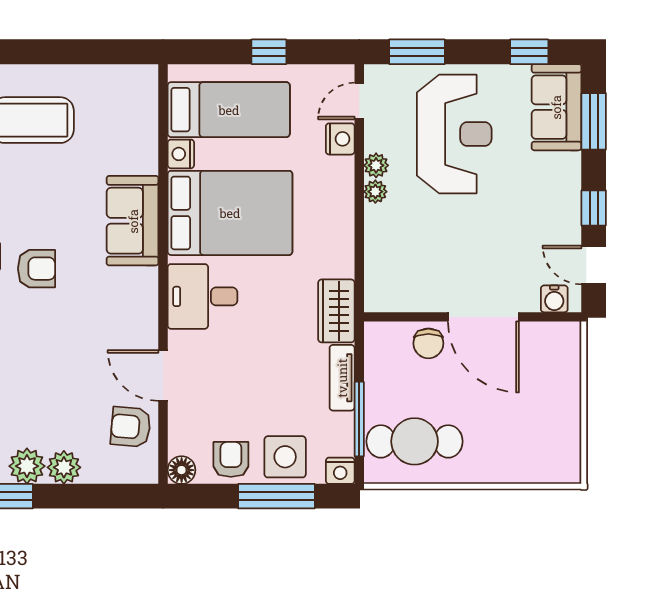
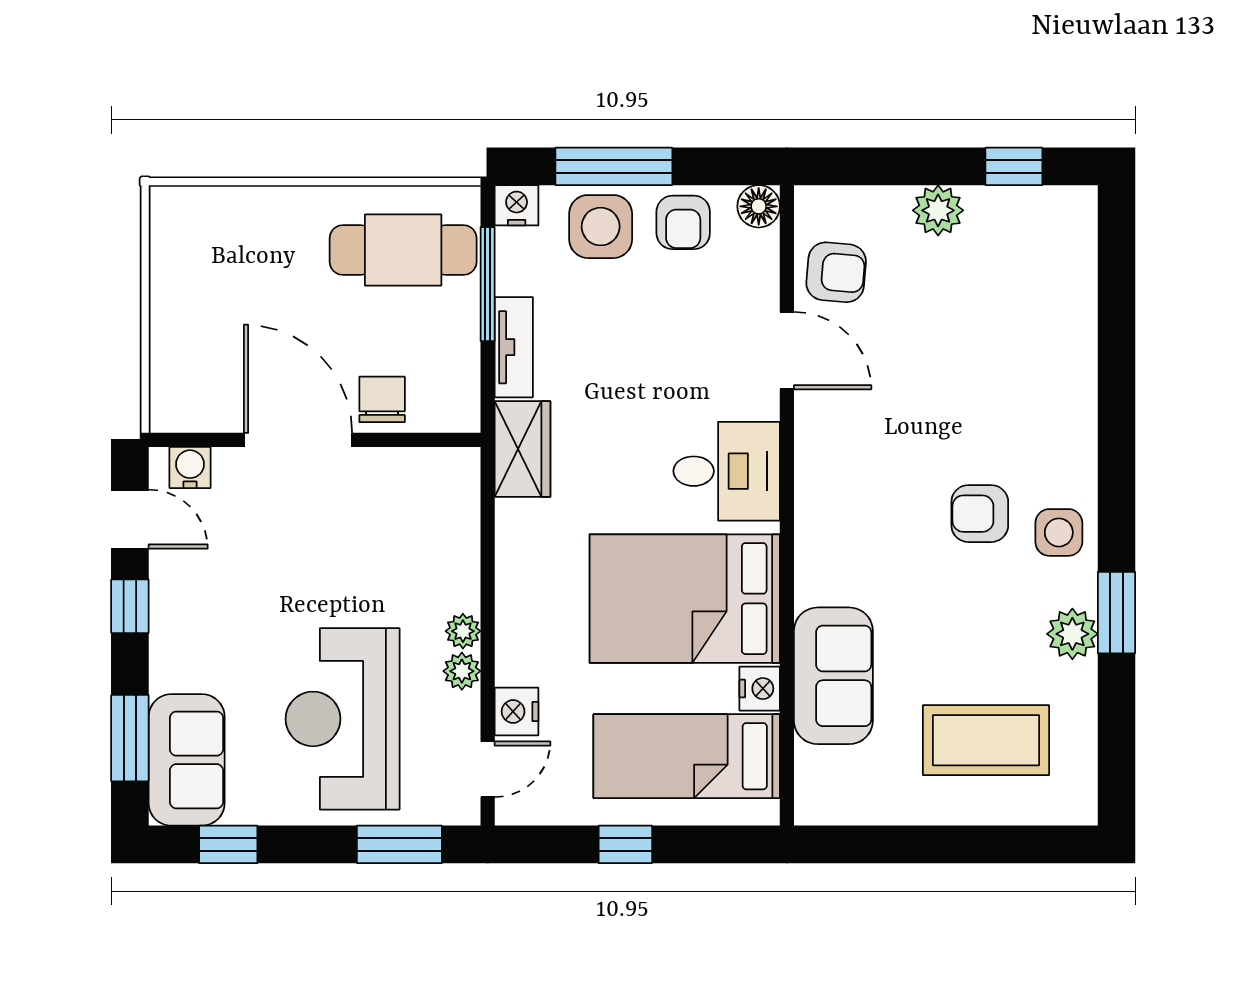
sofa: (133, 221) -> (833, 676), moved
plant: (27, 466) -> (994, 212), removed

